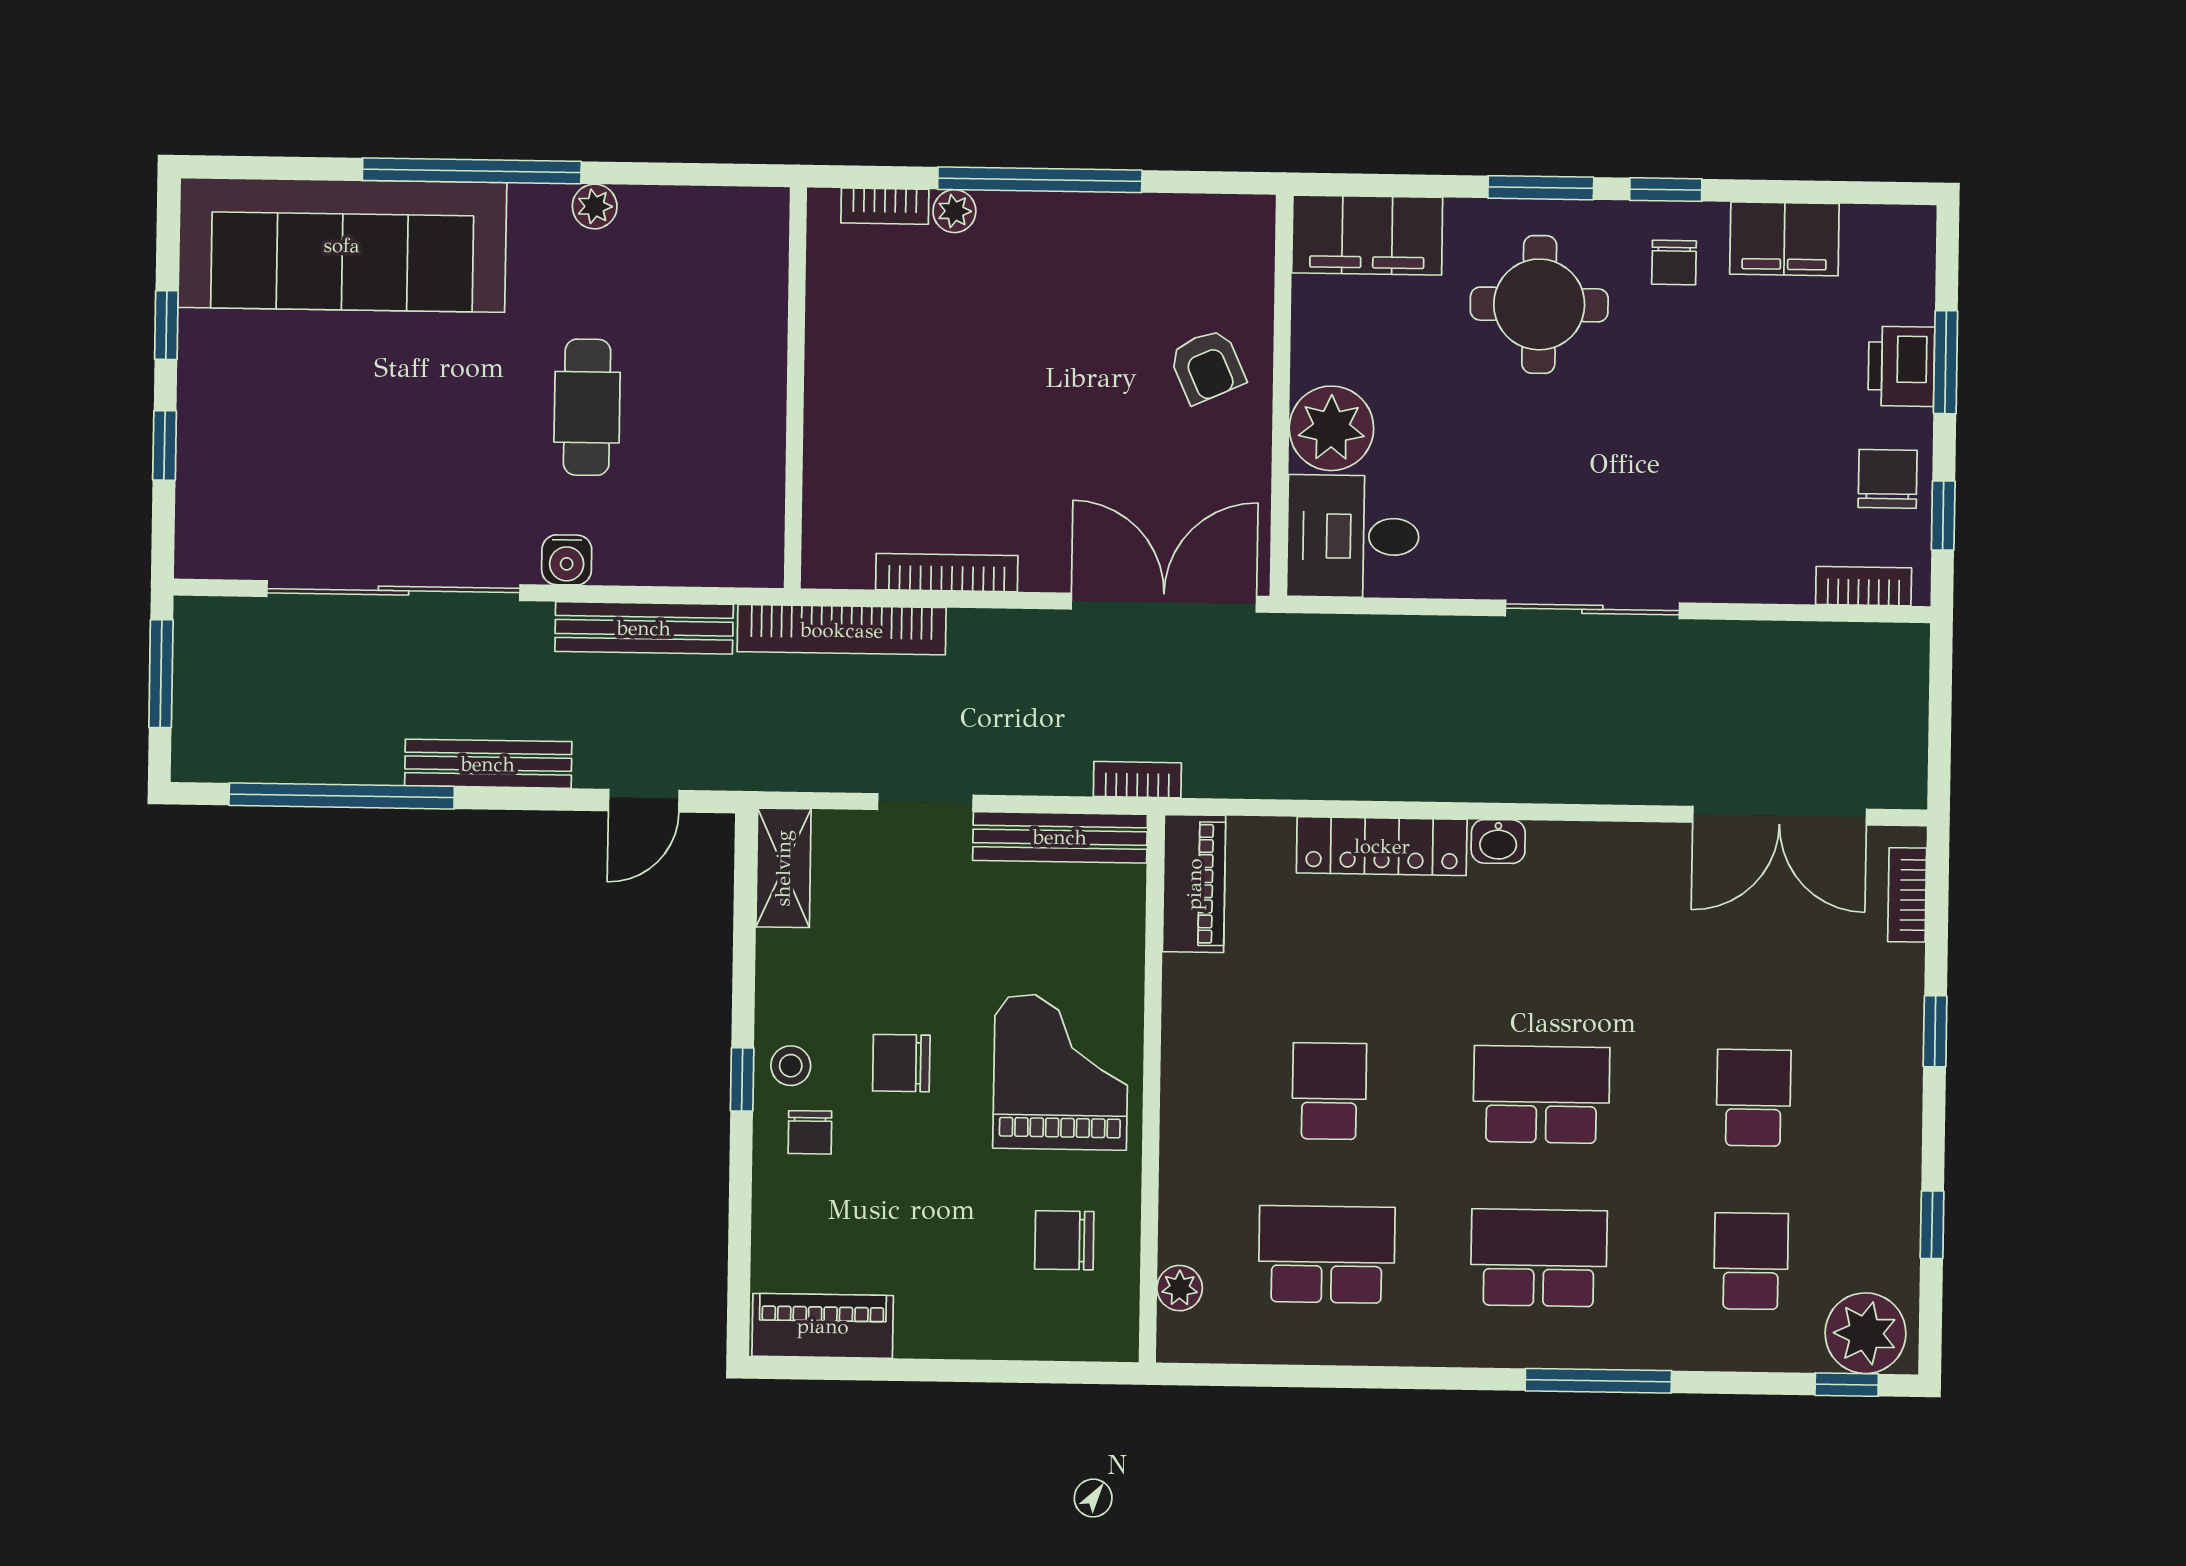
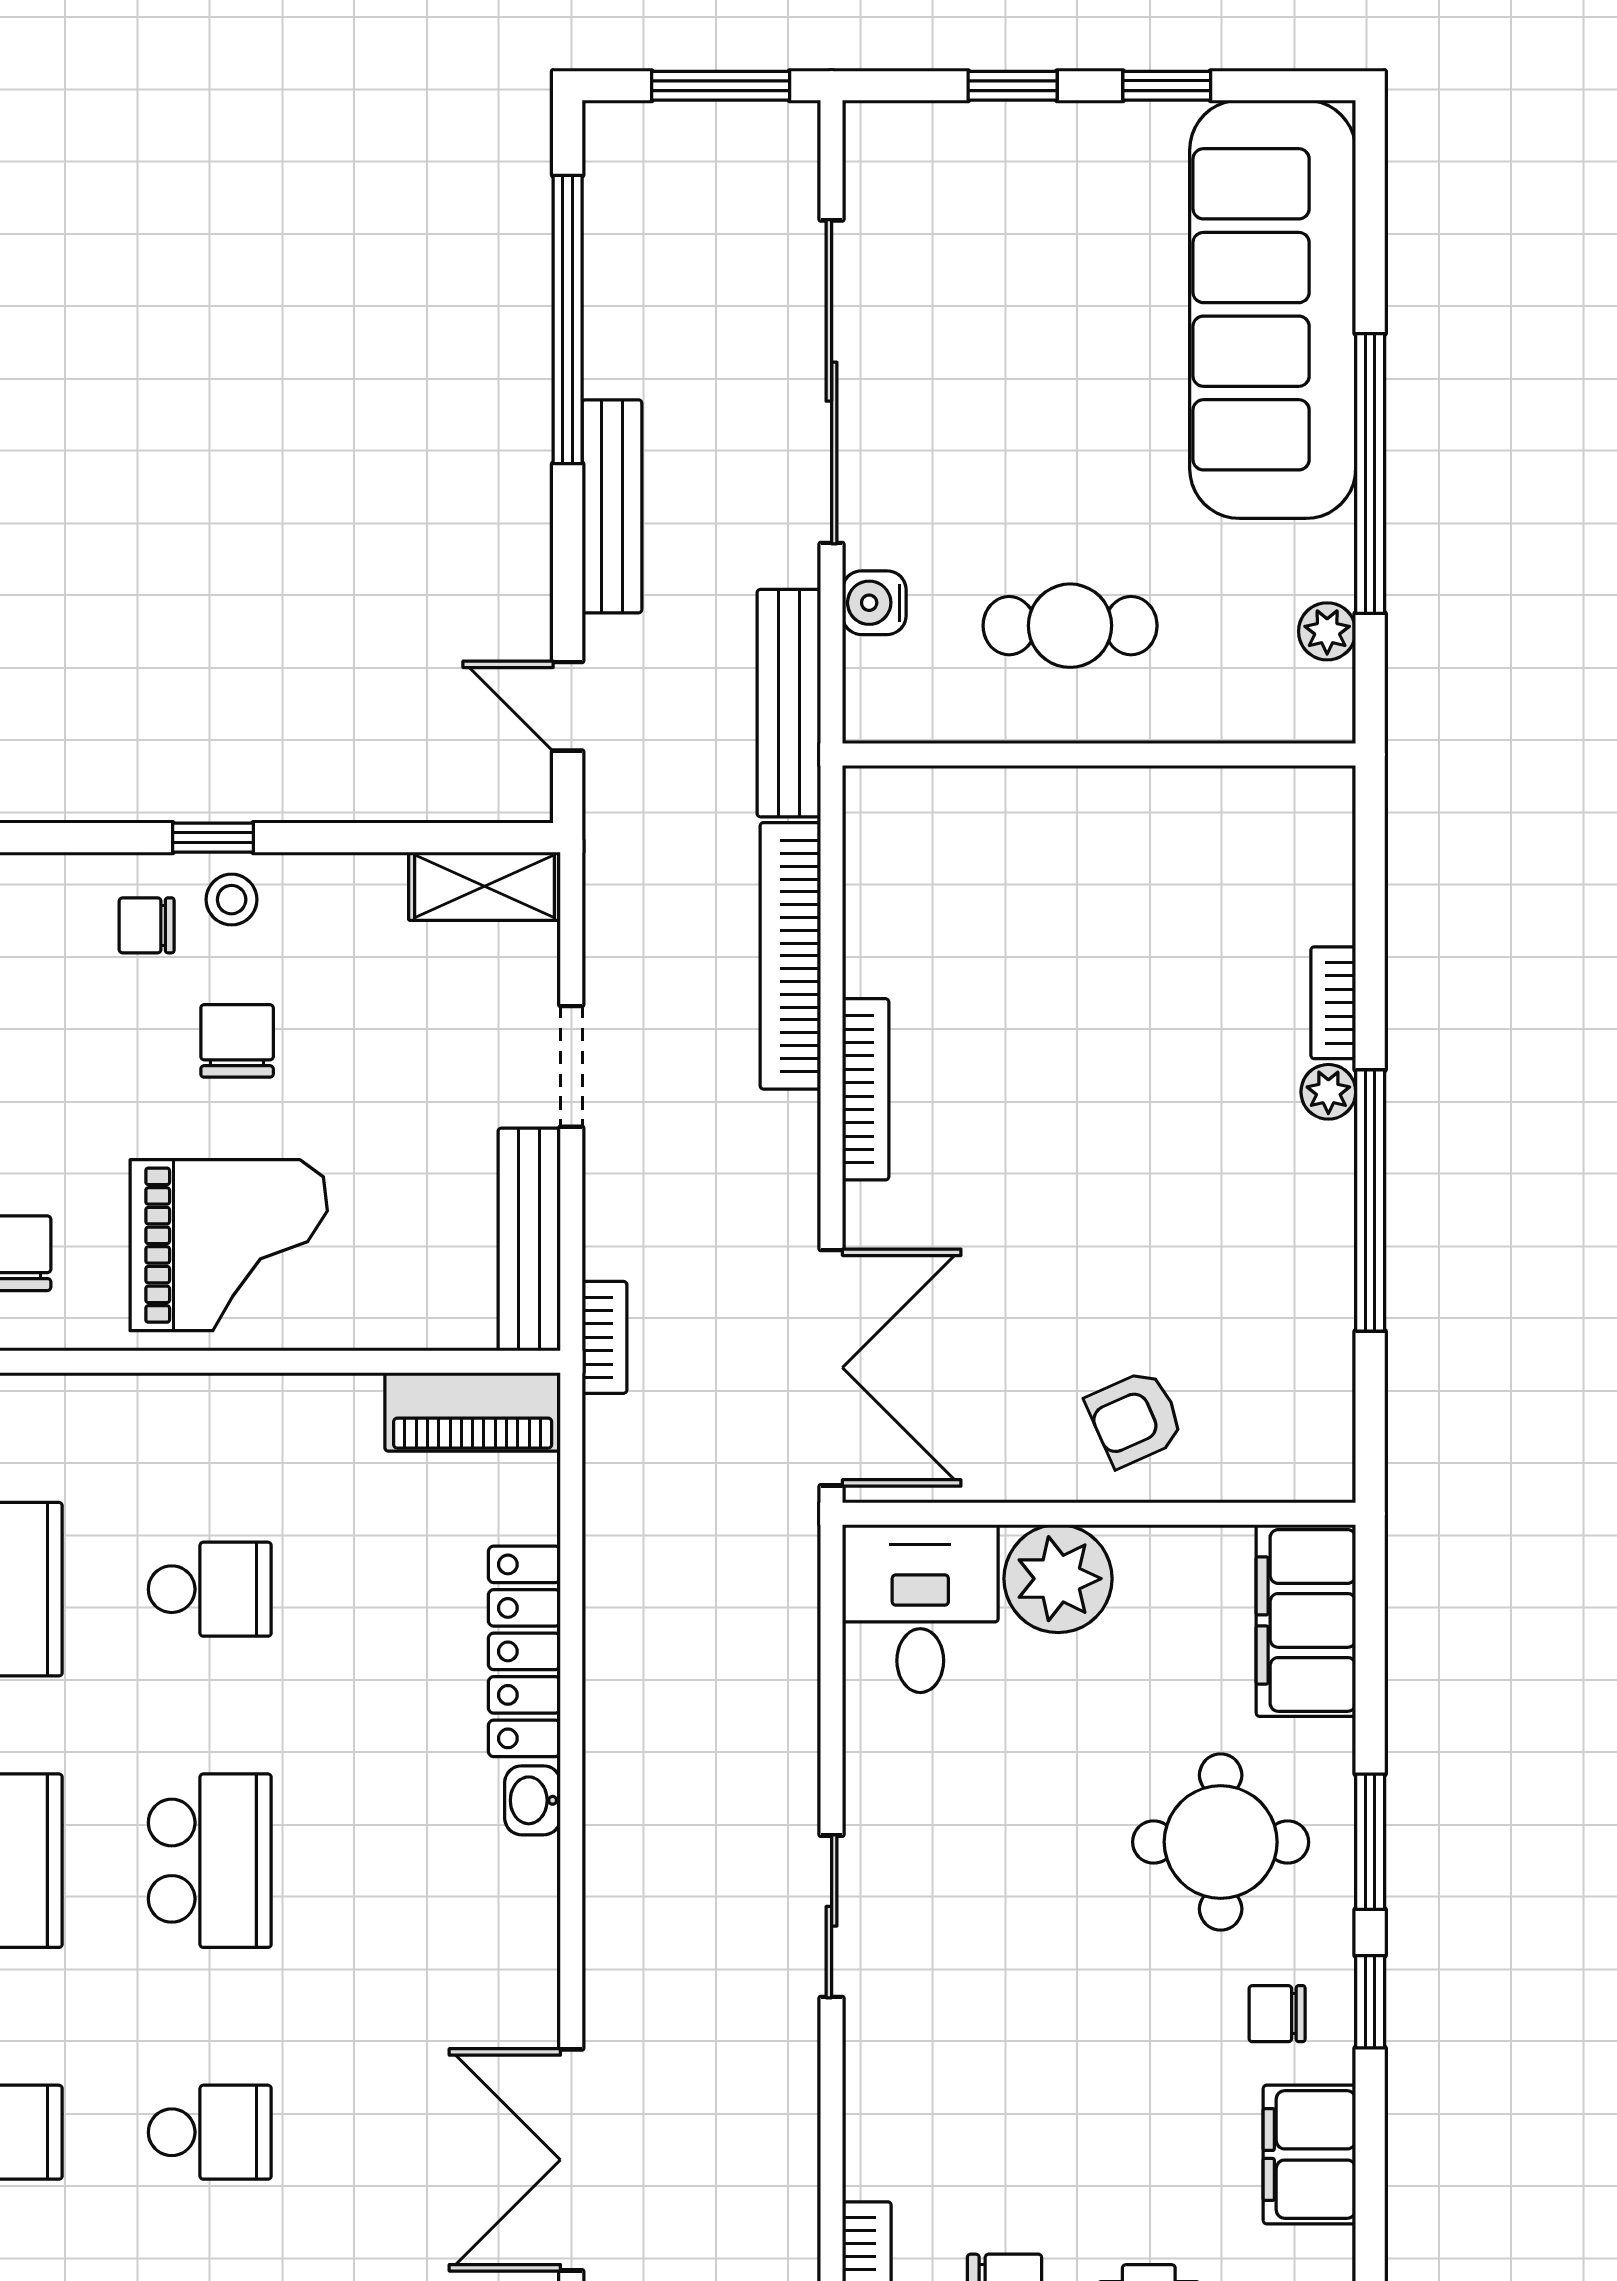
wall: (795, 388) -> (1099, 755), moved
sliding door: (1592, 609) -> (832, 1916), width x0.73

